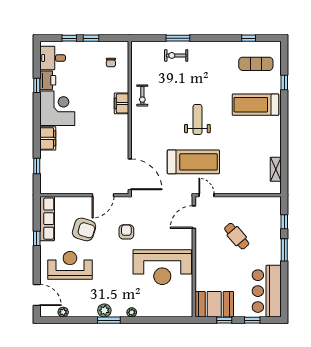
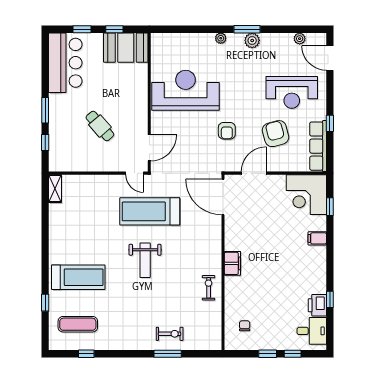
filing cabinet: (122, 103) -> (232, 263), moved
corner desk: (57, 108) -> (306, 195), moved
filing cabinet: (48, 138) -> (317, 238), width x0.50
shelving: (276, 169) -> (55, 189), moved
armchair: (84, 229) -> (276, 134), turned 58

